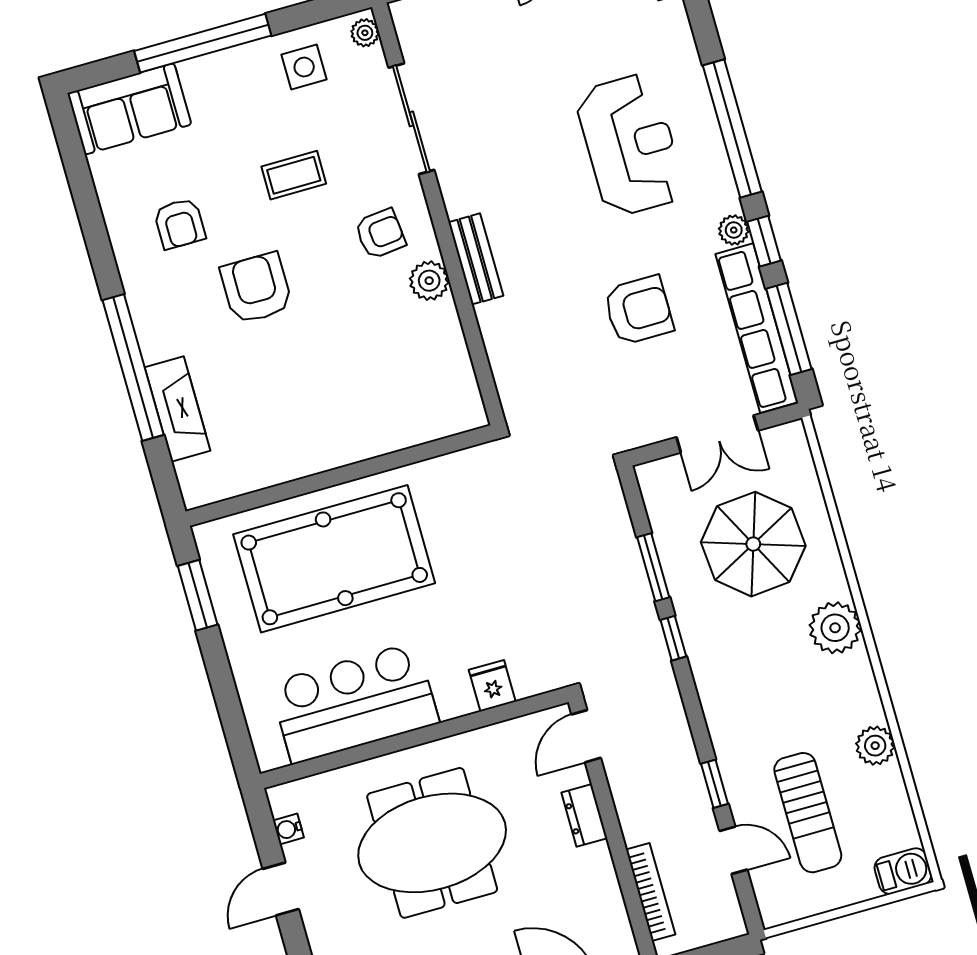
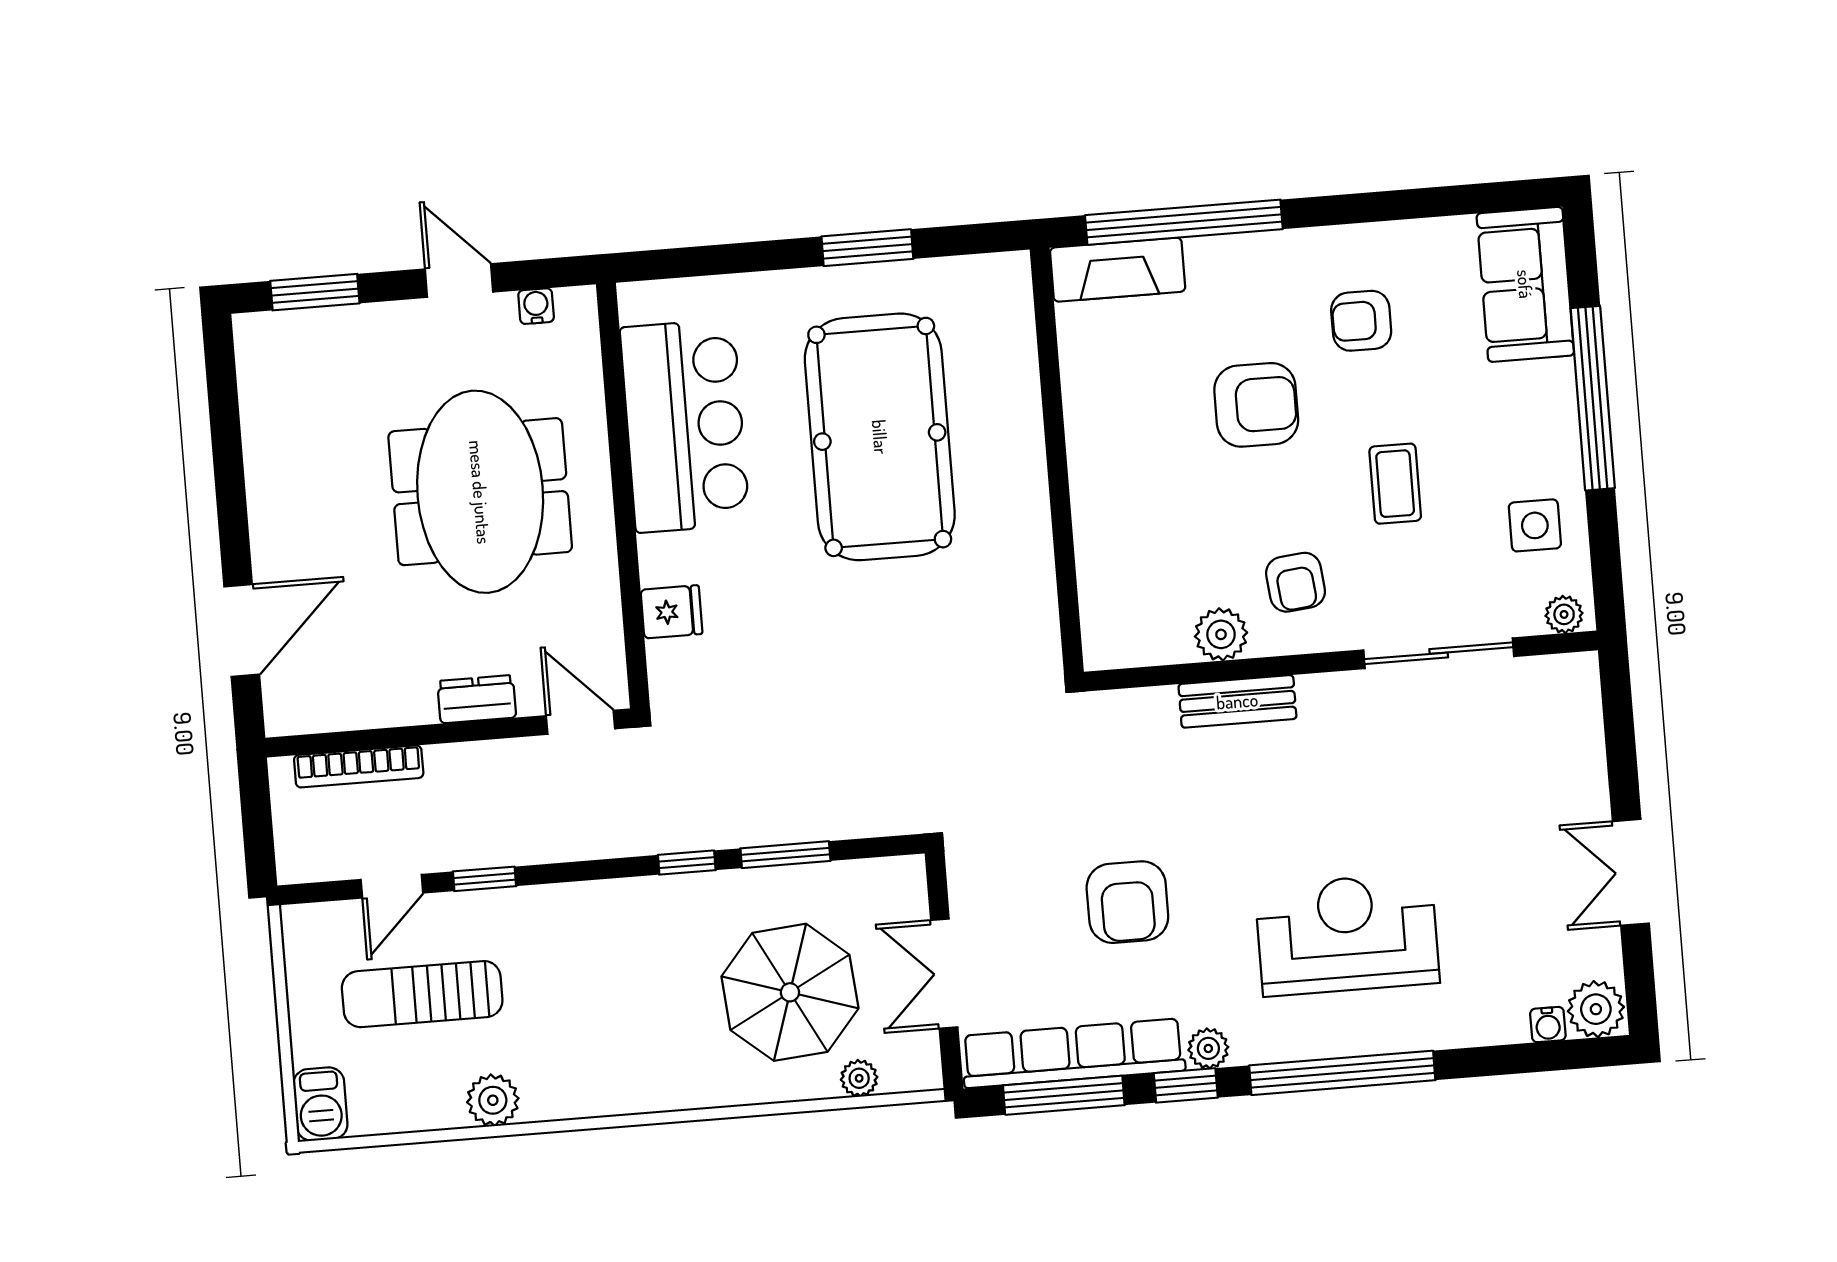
reception desk: (630, 145) -> (1347, 934), turned 180
wall: (340, 476) -> (1057, 461), moved
plant: (835, 628) -> (859, 1078), moved, width x0.53, depth x0.53

